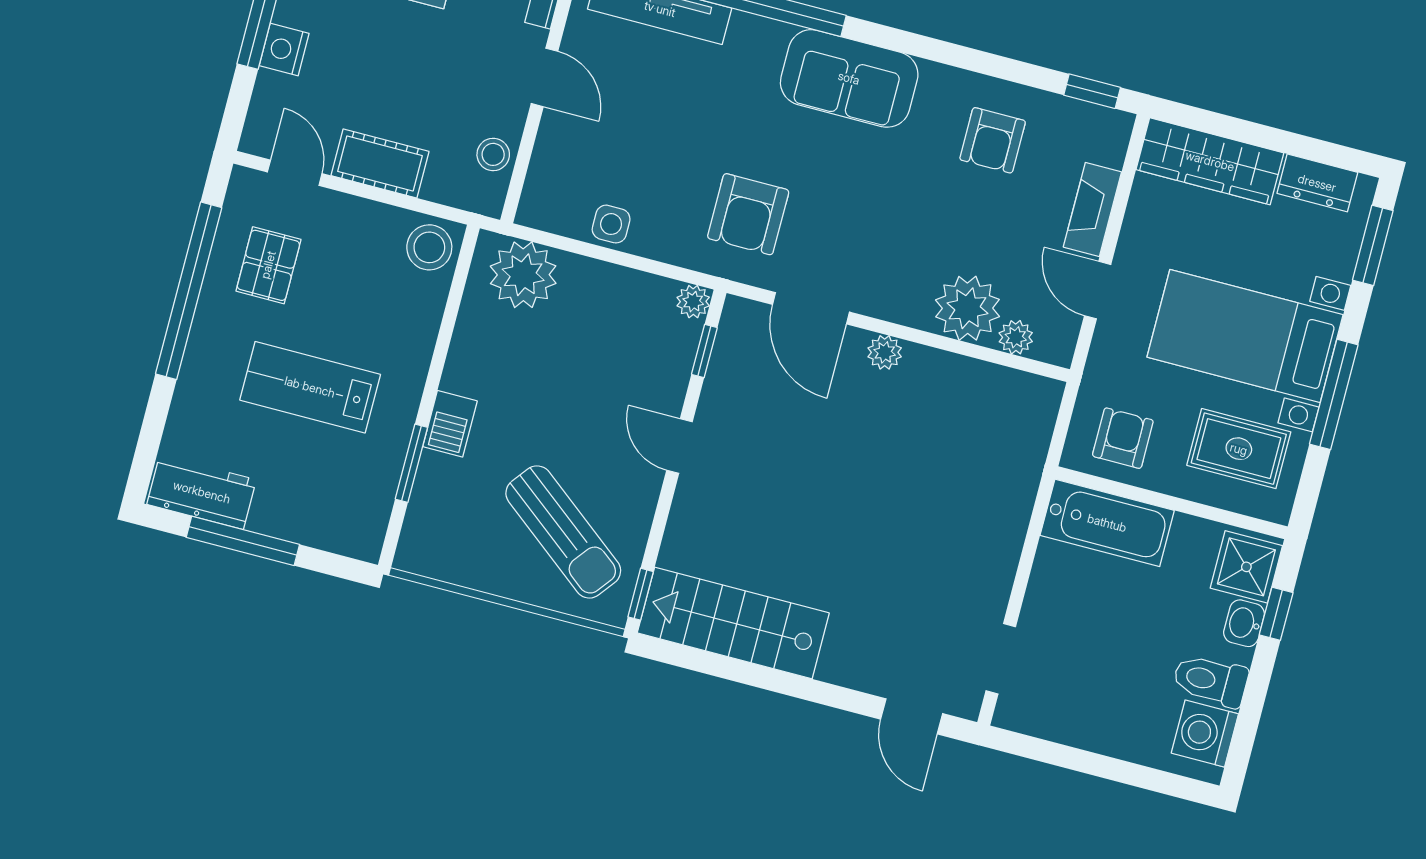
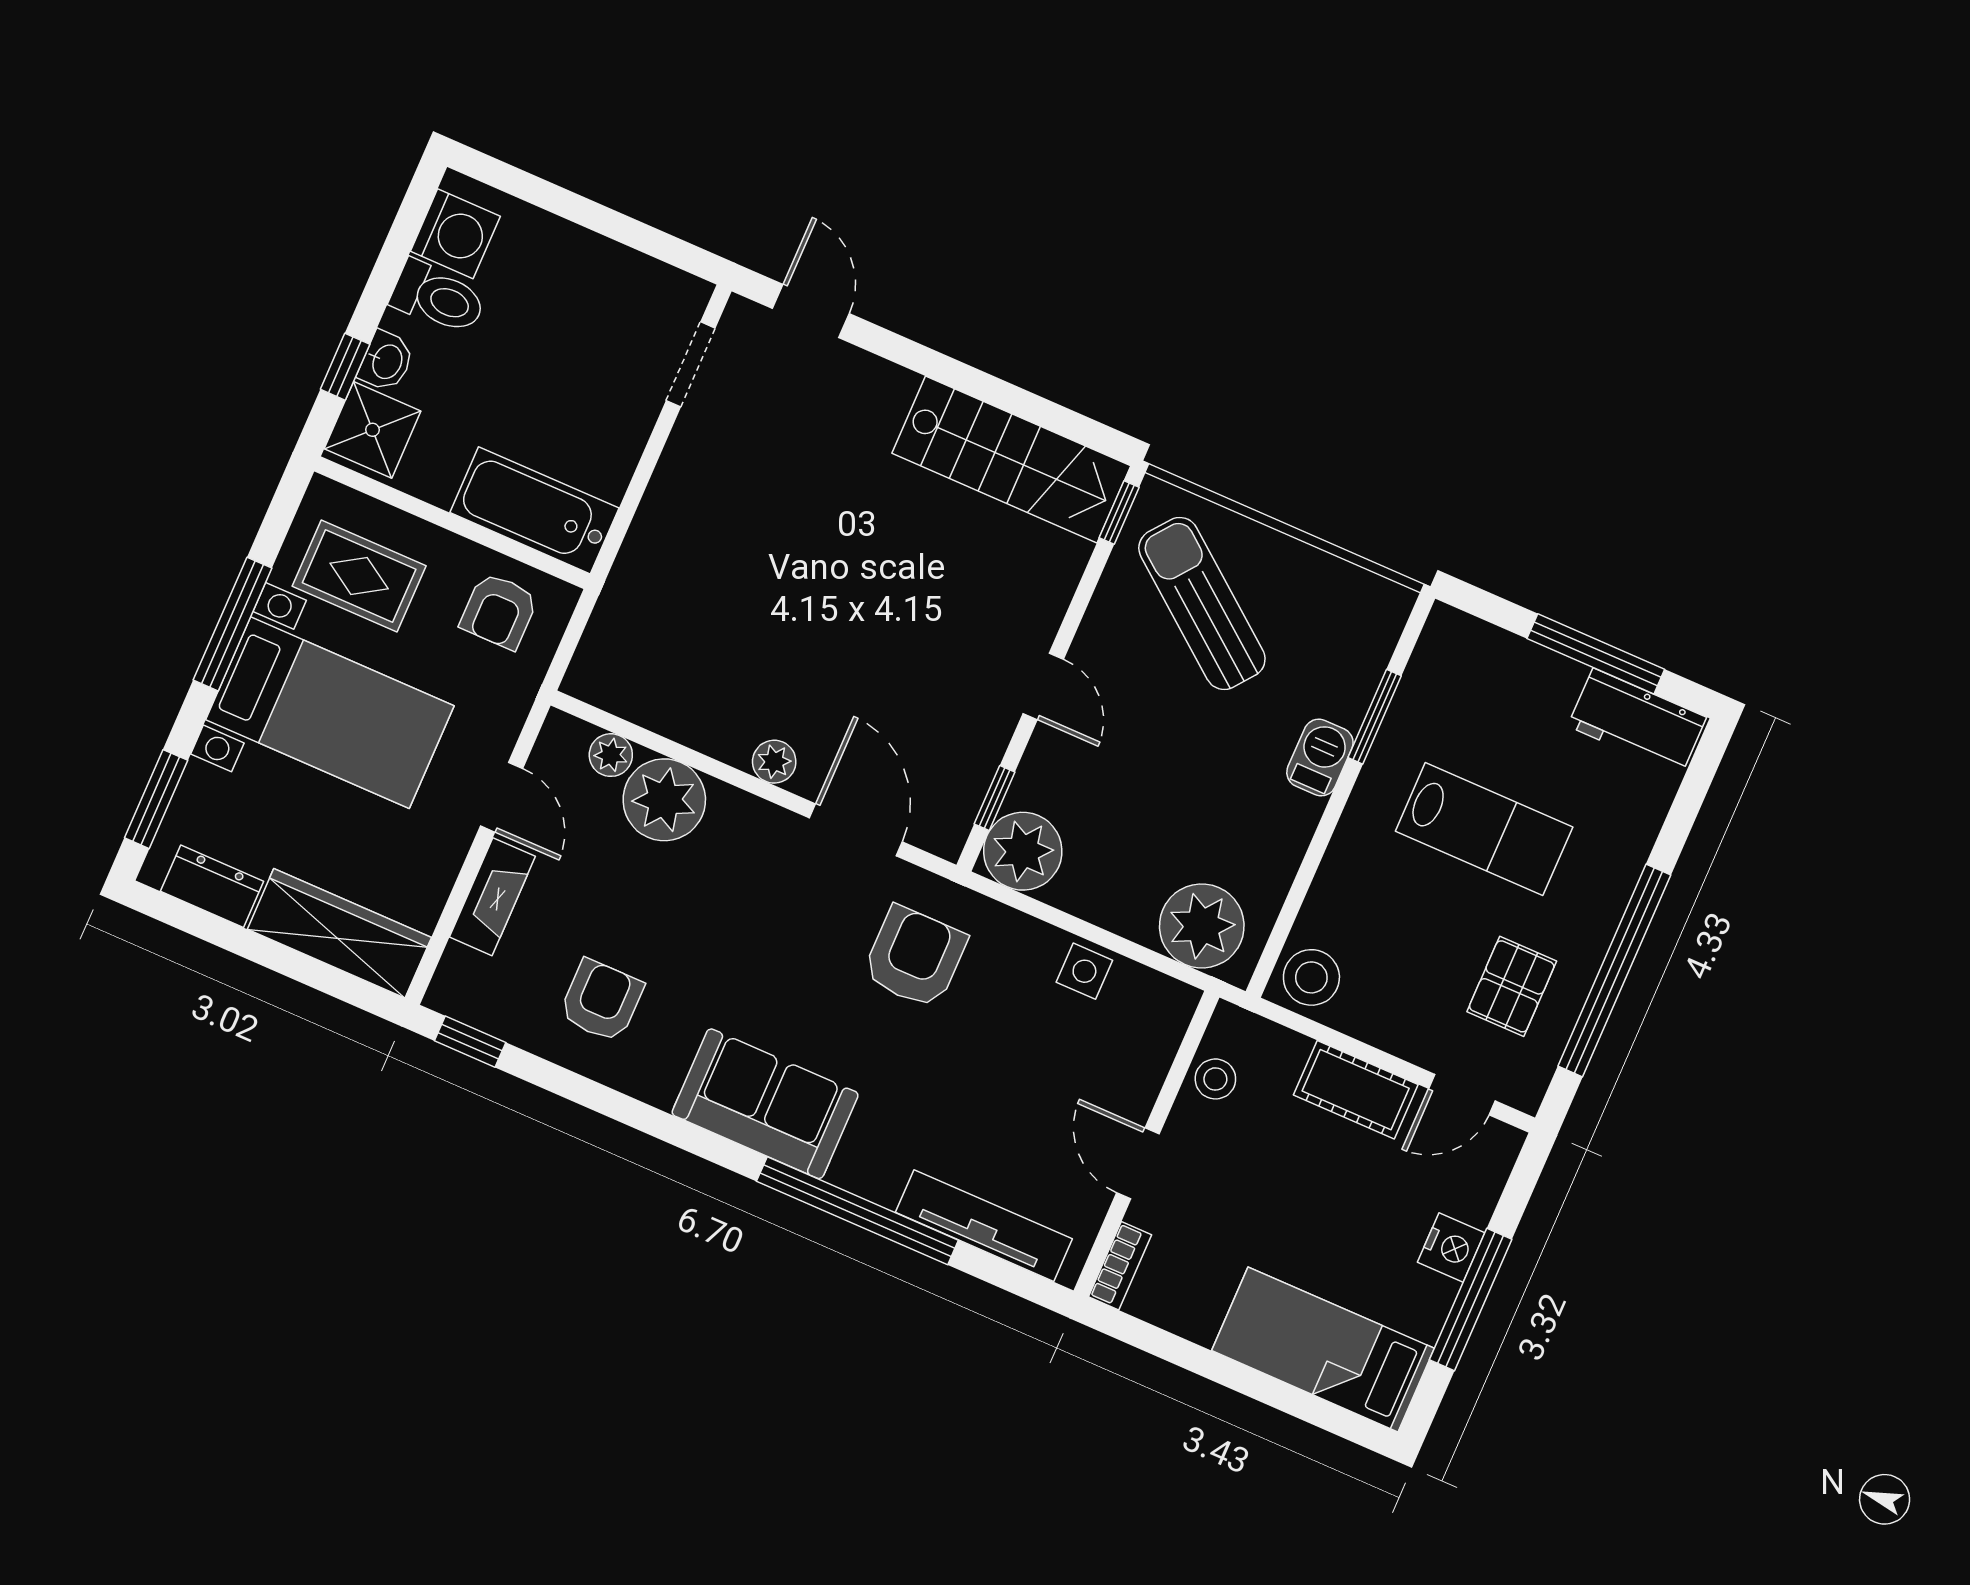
door: (295, 173) -> (1462, 1095), hinge flipped
plant: (693, 302) -> (1023, 851), width x1.87, depth x1.87

